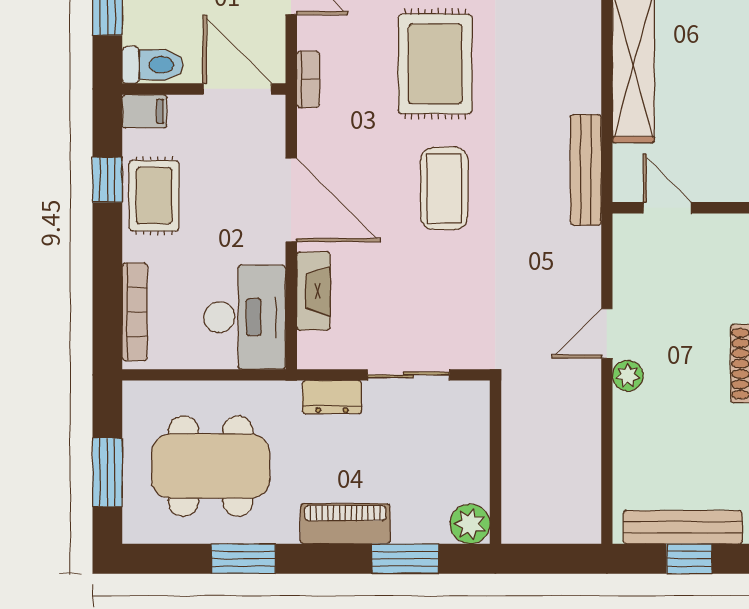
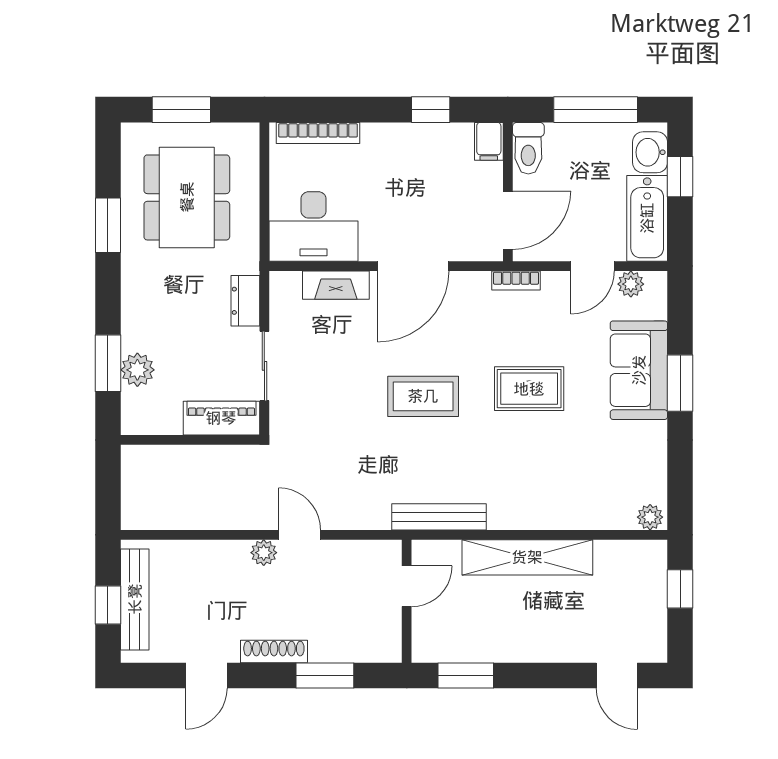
rug: (435, 64) -> (529, 389), width x0.73, depth x0.70
rug: (154, 196) -> (417, 149), removed
piano: (345, 524) -> (221, 418), moved, turned -90
plant: (470, 524) -> (137, 370), moved

